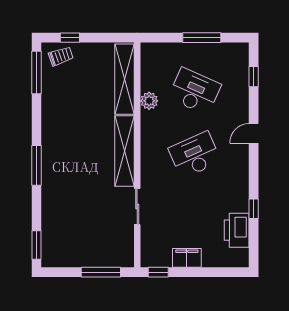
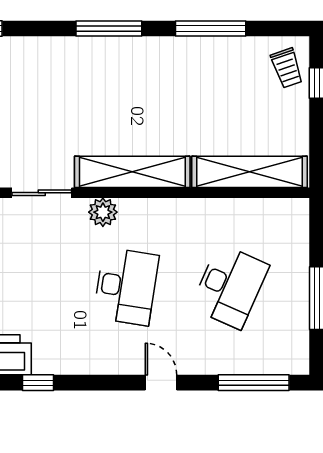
window: (37, 72) -> (211, 28), moved
window: (254, 77) -> (254, 383), width x2.17
plant: (149, 101) -> (103, 212), moved
desk: (195, 155) -> (126, 286), turned 33

